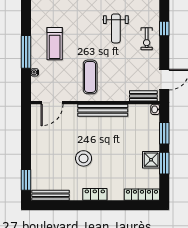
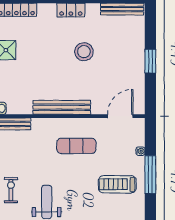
treadmill: (55, 44) -> (117, 184), turned -90
exercise mat: (90, 77) -> (76, 146), turned 90
window: (26, 180) -> (150, 61), moved

